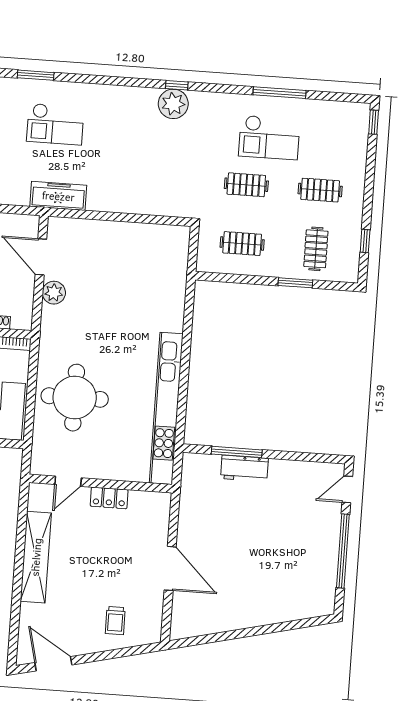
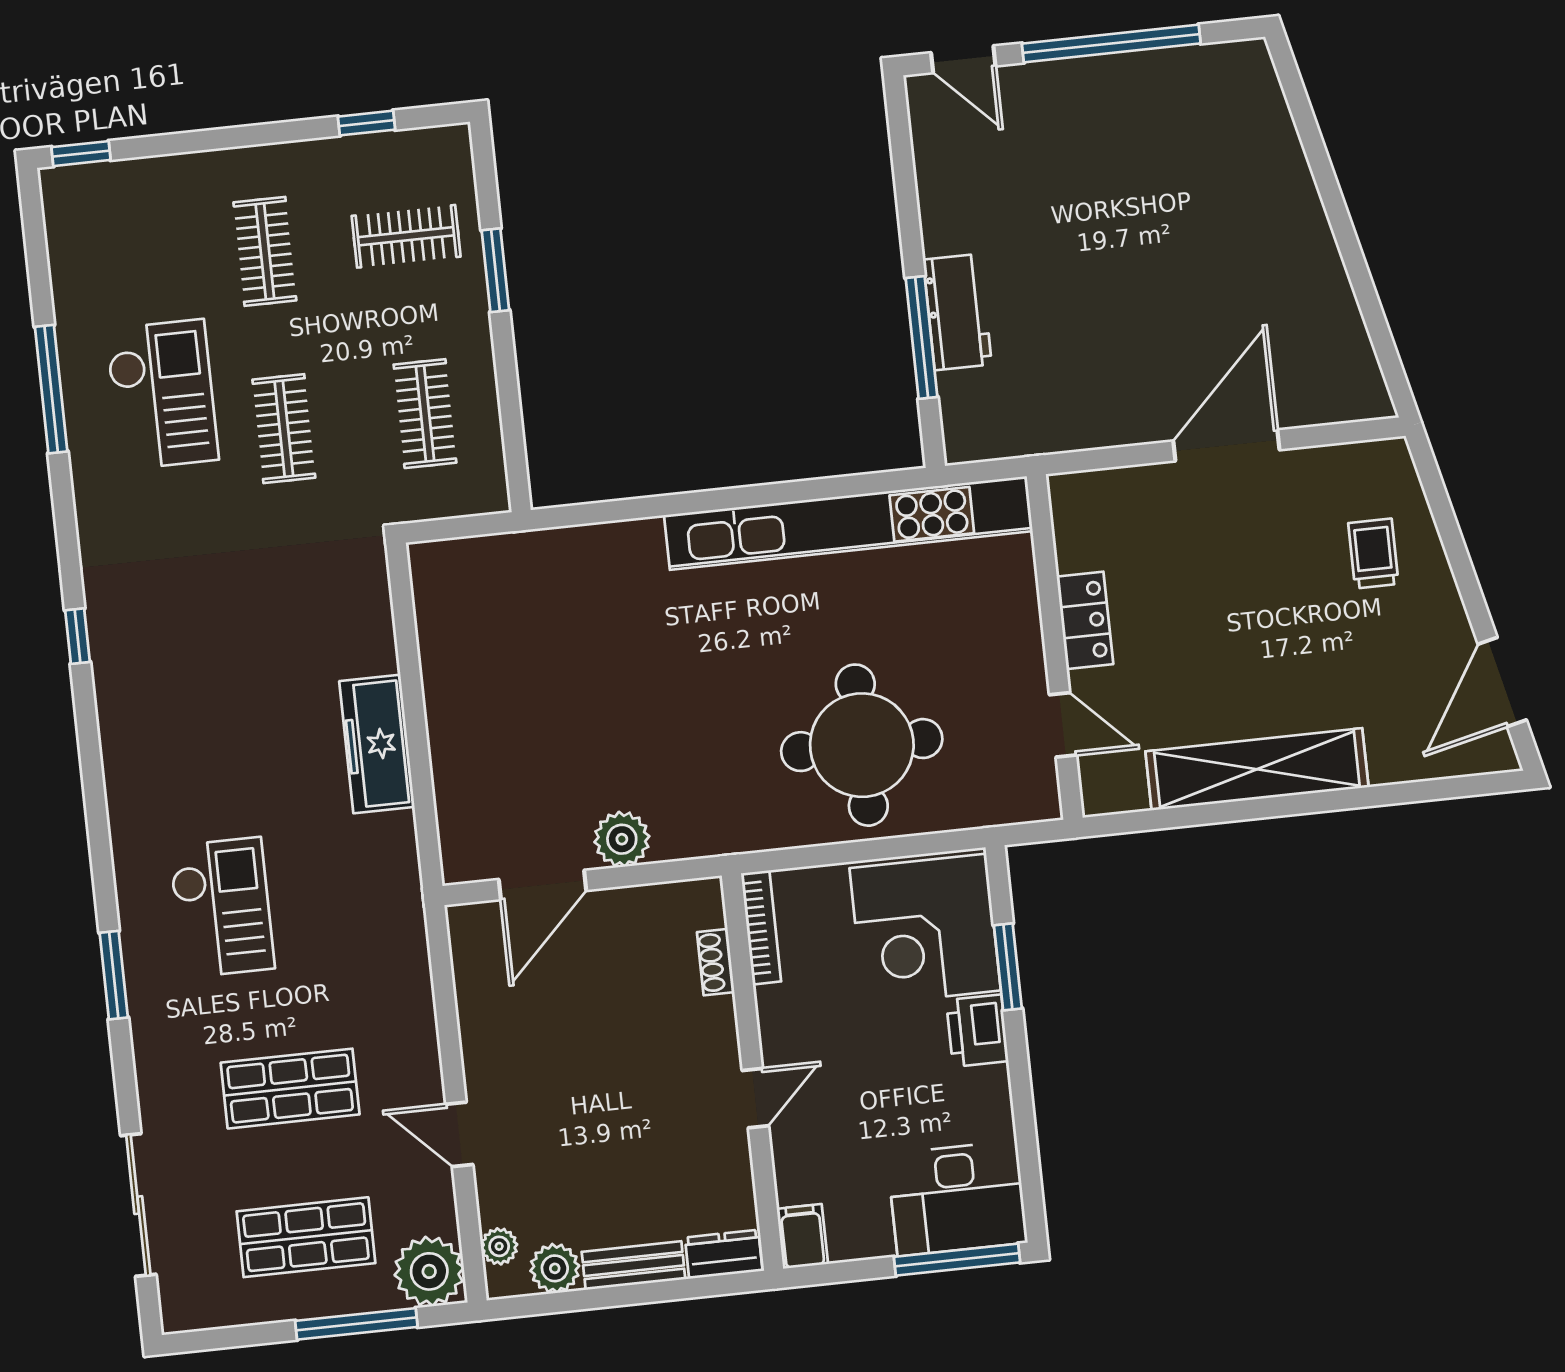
plant: (173, 104) -> (123, 636), removed
freezer: (58, 196) -> (377, 744), moved
trolley: (115, 621) -> (1373, 553), turned -90

